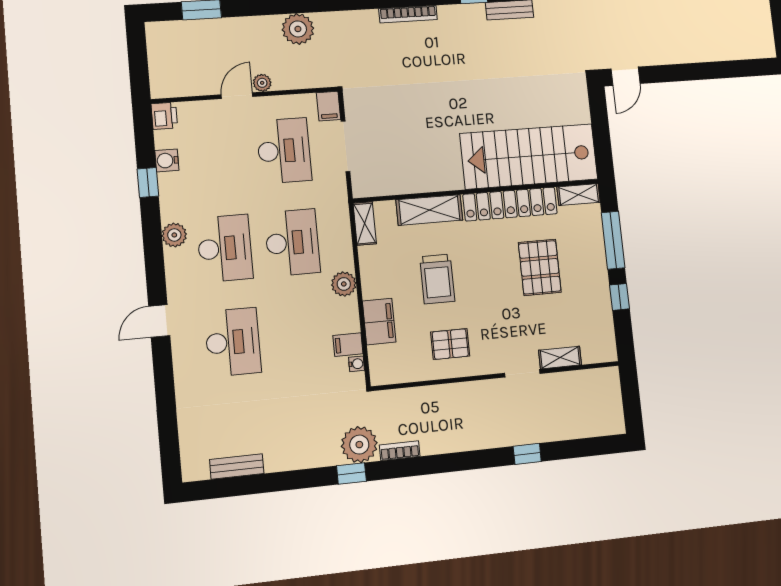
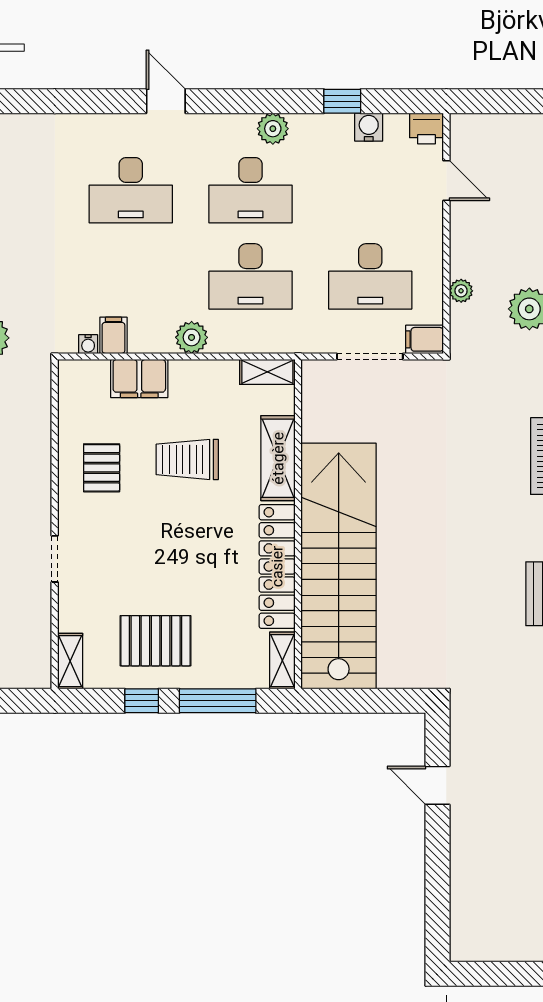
door: (626, 76) -> (437, 785), moved
plant: (262, 83) -> (461, 291), moved
door: (237, 96) -> (446, 180), moved
stairs: (529, 156) -> (339, 566), width x1.36
pallet: (540, 267) -> (156, 641), moved
shelving: (560, 358) -> (70, 661), moved

